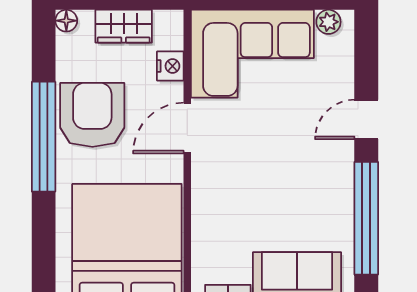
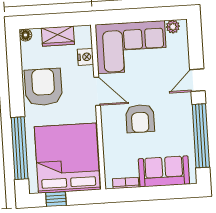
door: (187, 128) -> (97, 91), swing flipped
window: (44, 137) -> (20, 148), moved
armchair: (260, 181) -> (140, 119), added

